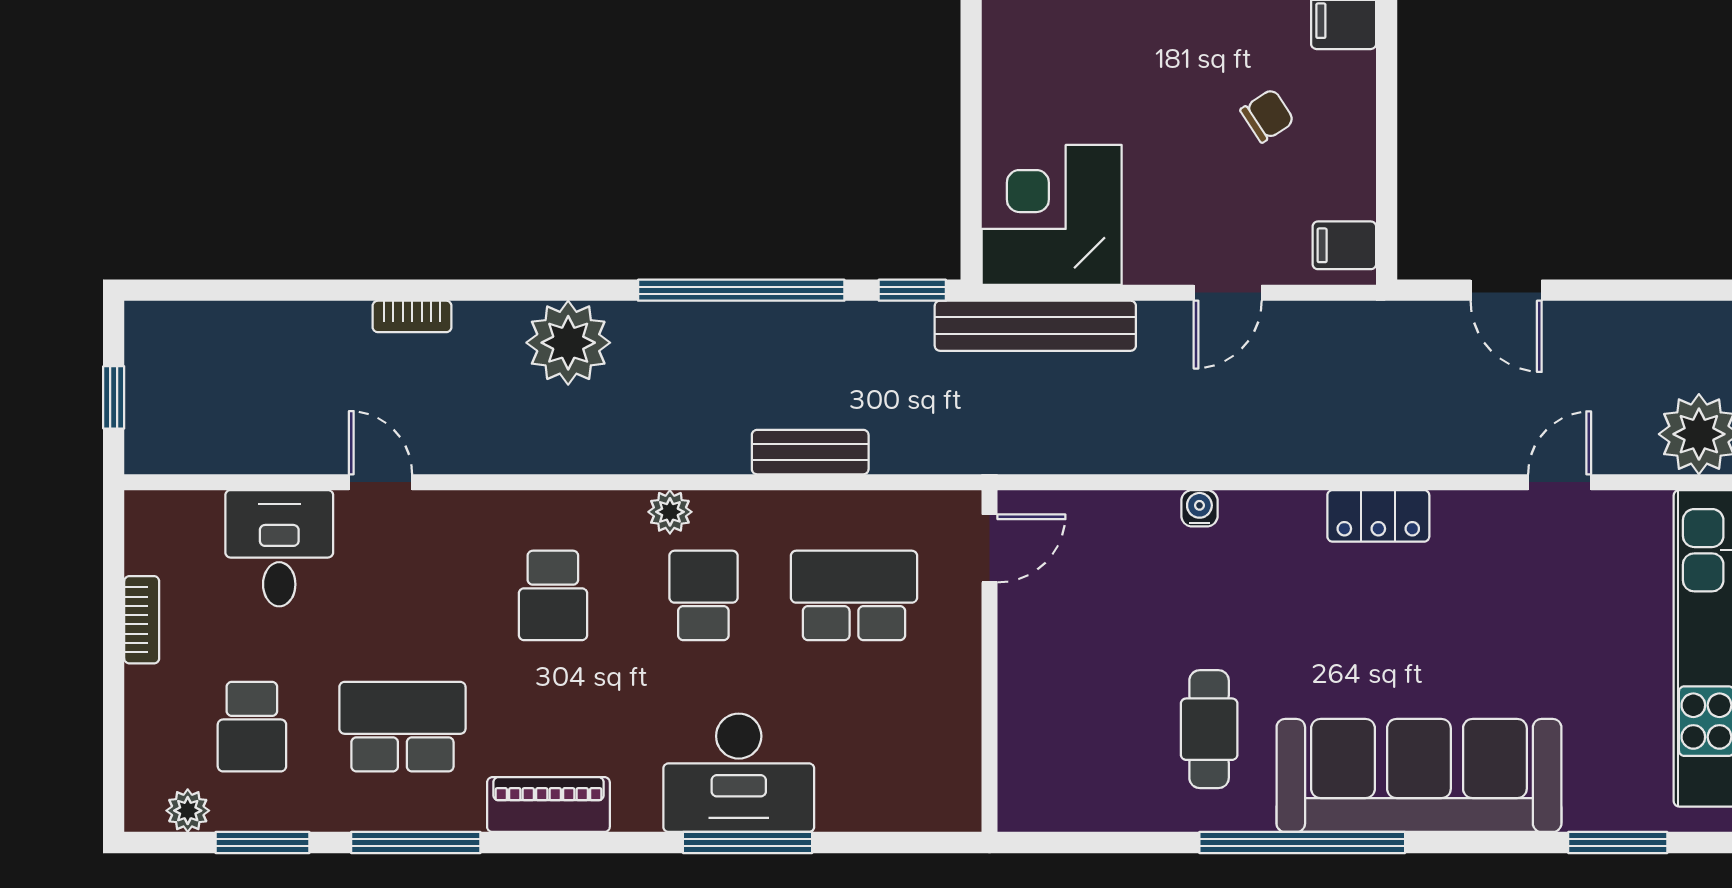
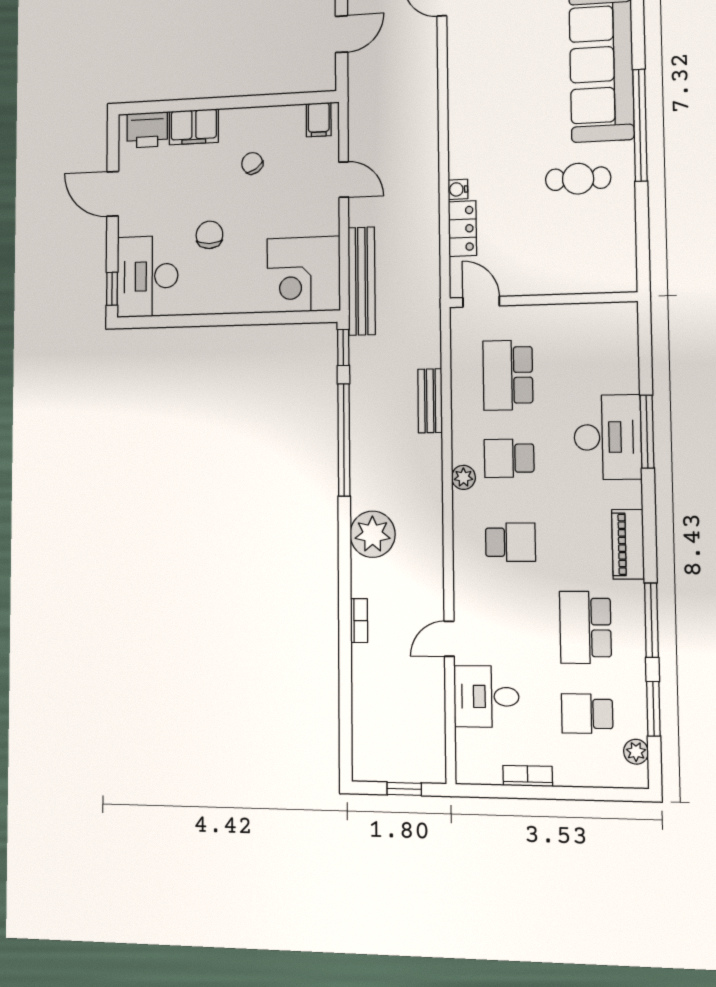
chair: (1134, 32) -> (209, 235), added
locker: (1378, 516) -> (462, 229), moved
school desk: (252, 727) -> (587, 714), turned 180

